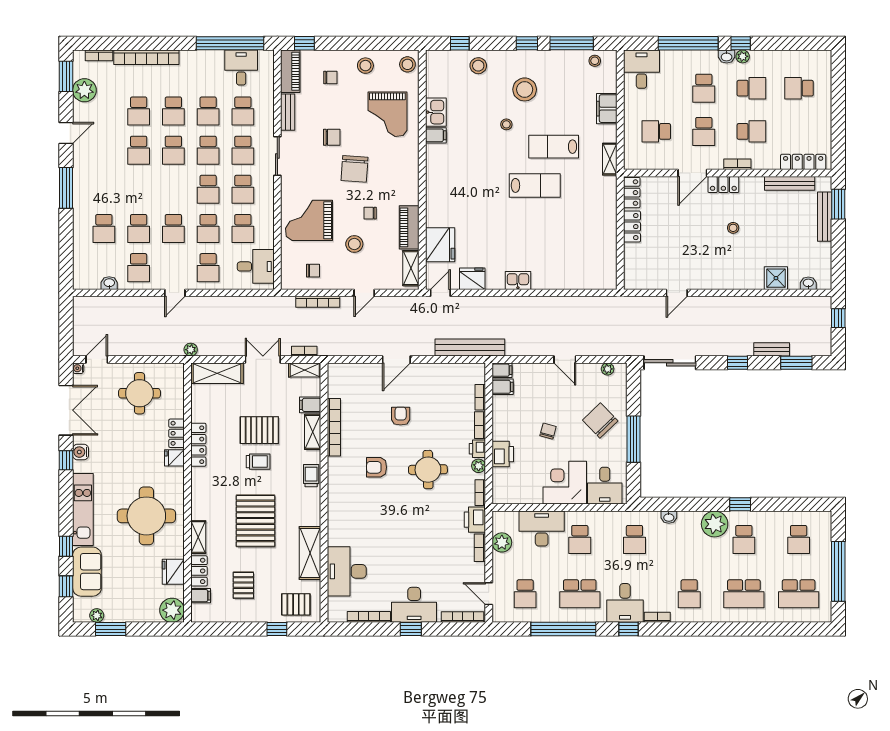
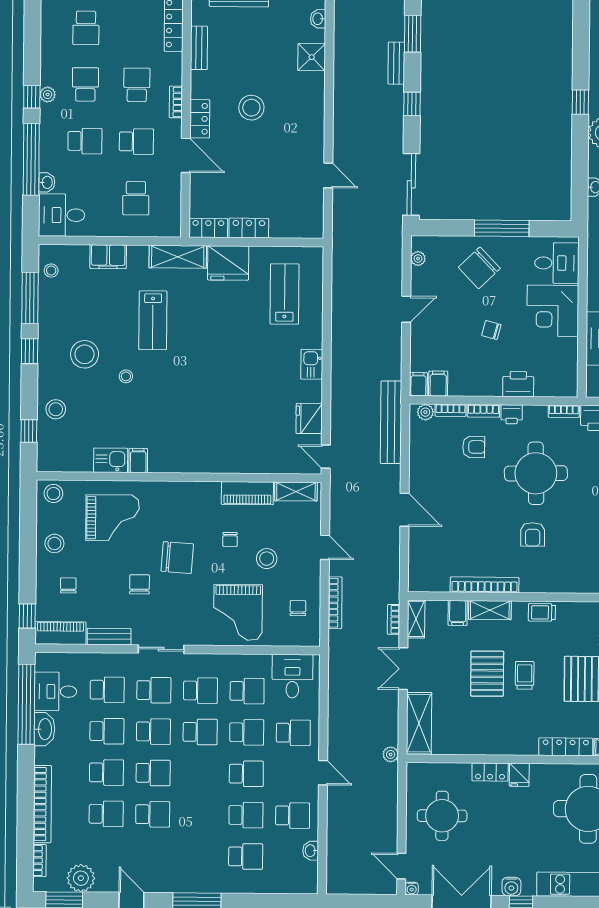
washbasin: (727, 57) -> (47, 182), moved
washbasin: (209, 59) -> (44, 729), added
shelving: (610, 159) -> (178, 257), width x1.50, depth x1.33
bench: (790, 183) -> (199, 48), width x0.73
lab bench: (535, 185) -> (285, 294), moved
stool: (733, 228) -> (251, 108), width x1.89, depth x1.89
fridge: (440, 245) -> (228, 263), moved, turned 180
armchair: (401, 416) -> (474, 447), moved, turned 180
locker: (198, 445) -> (566, 747), moved
plant: (479, 466) -> (425, 412), moved
round table: (428, 470) -> (536, 473), width x1.36, depth x1.36

